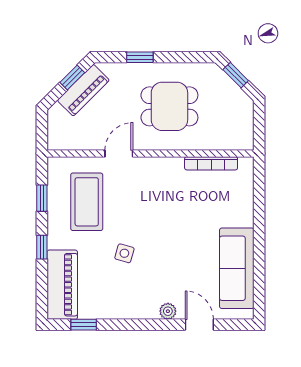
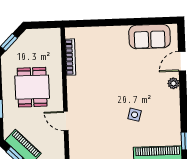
coffee table: (87, 202) -> (100, 142), removed
sofa: (237, 268) -> (150, 37), width x0.73

